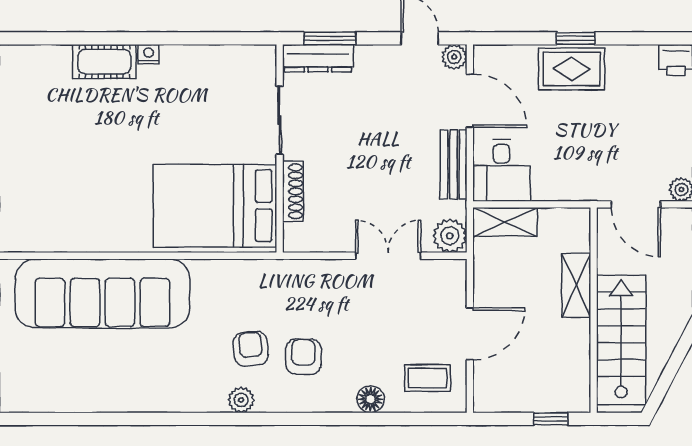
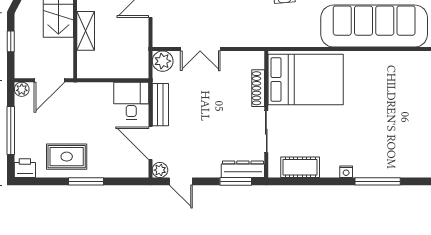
window: (97, 38) -> (378, 181), added
window: (576, 38) -> (86, 181), width x1.50
cot: (104, 62) -> (300, 167), moved
rug: (572, 69) -> (67, 157), moved
door: (636, 204) -> (49, 80), swing flipped
shelving: (505, 222) -> (129, 70), removed

